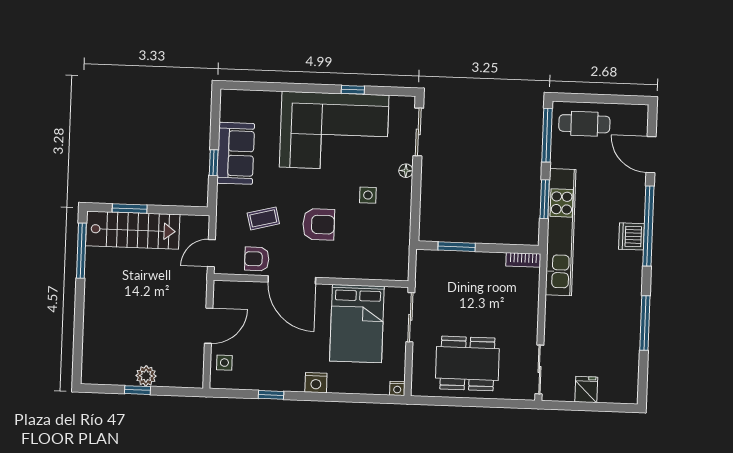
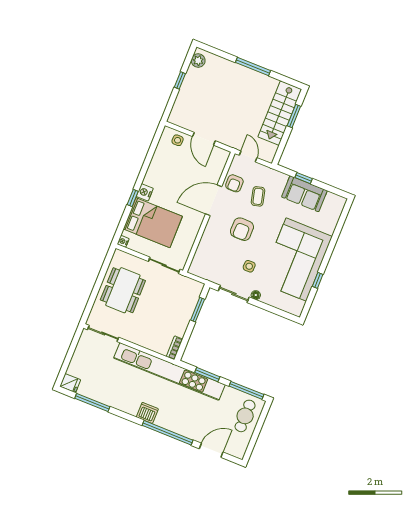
sliding door: (418, 132) -> (234, 294), moved
kitchen unit: (561, 232) -> (169, 371), width x1.36
dishwasher: (632, 236) -> (147, 413), moved
window: (81, 251) -> (253, 66), moved
armchair: (257, 259) -> (234, 183), turned 180
window: (645, 323) -> (92, 402), moved
bed: (357, 324) -> (153, 223), moved, turned 180
plant: (146, 376) -> (198, 61), moved
fridge: (586, 390) -> (70, 383), moved
window: (271, 395) -> (133, 198), moved

